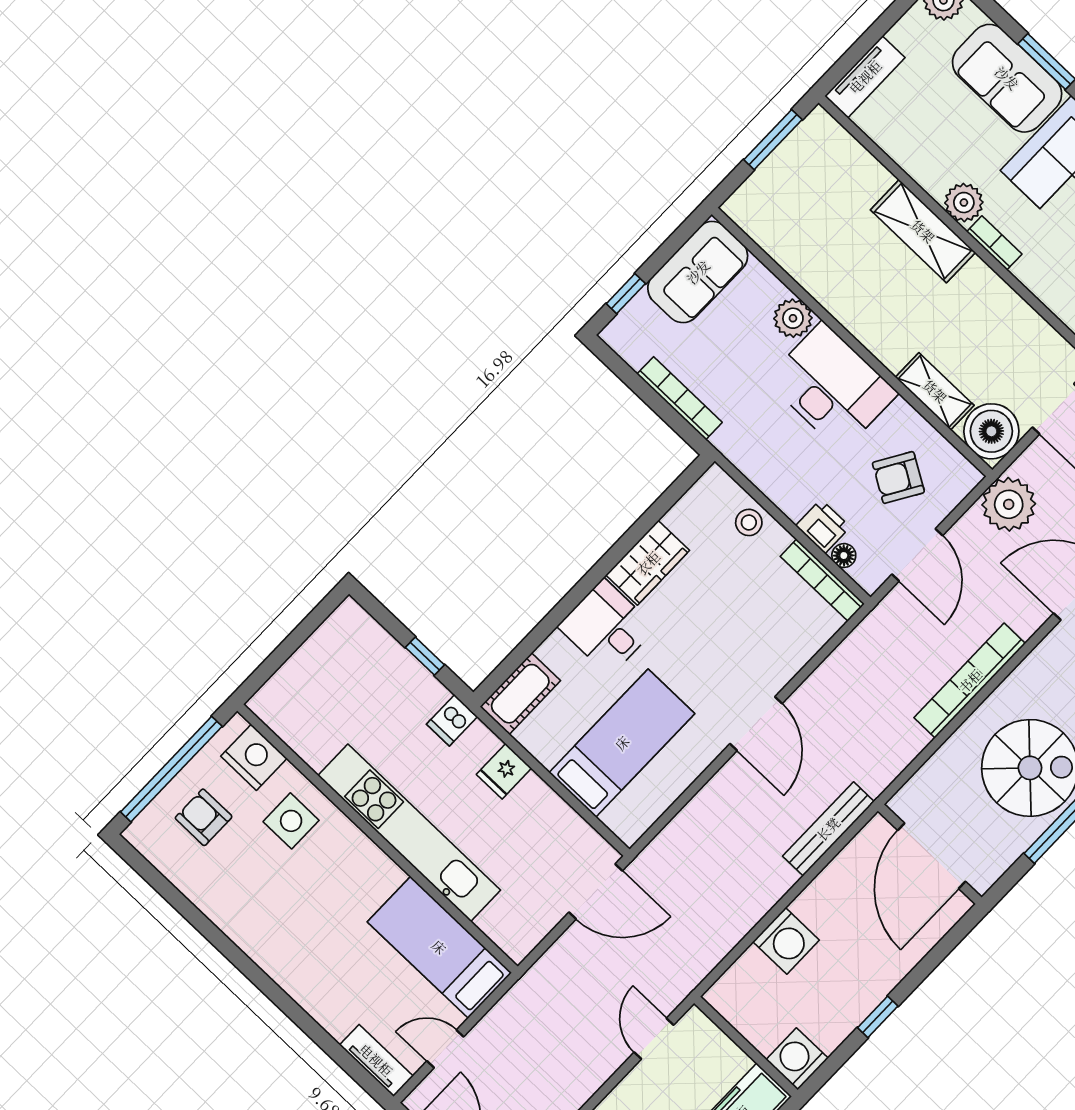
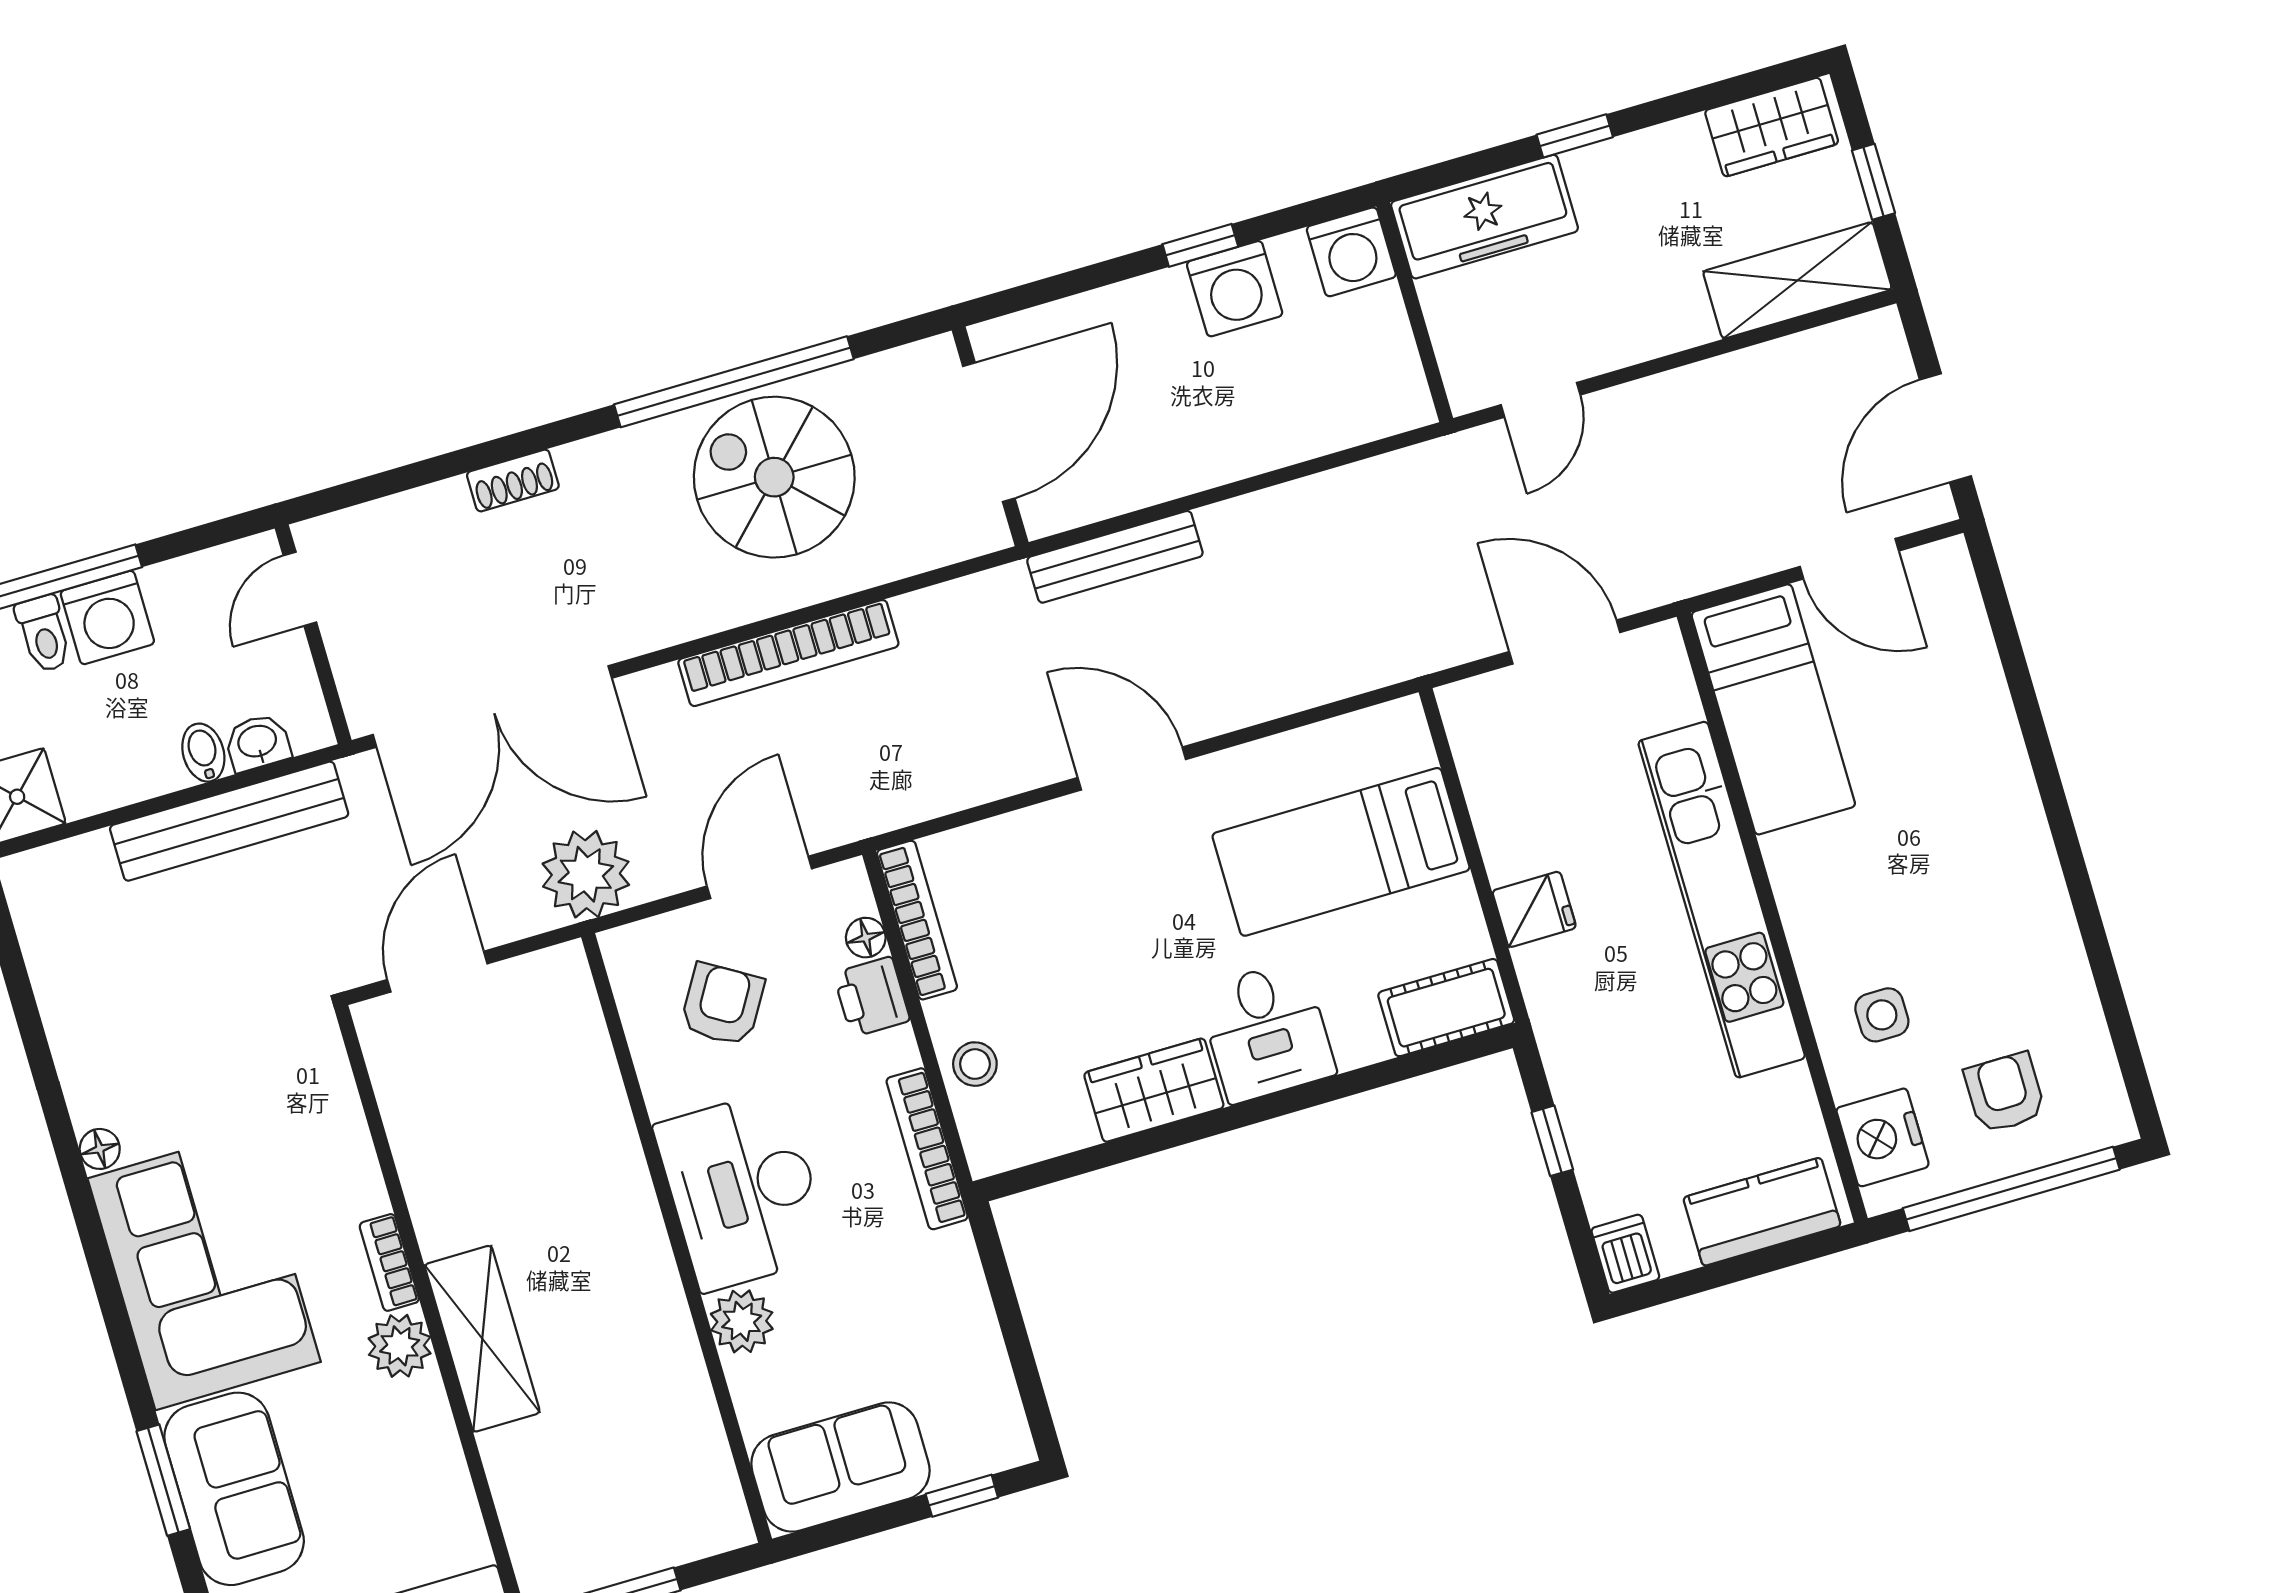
shelving: (935, 391) -> (598, 1098), removed
bookcase: (680, 398) -> (927, 1149), moved
boiler: (991, 431) -> (550, 994), removed
armchair: (898, 478) -> (722, 1004), turned -90
kitchen counter: (294, 682) -> (1762, 1212), added
dishwasher: (452, 720) -> (1625, 1254), moved, turned -90
door: (756, 724) -> (1132, 769), hinge flipped
armchair: (204, 817) -> (2005, 1093), turned 180
side table: (291, 821) -> (1882, 1015), width x0.73, depth x0.73
door: (596, 892) -> (1565, 642), moved
washing machine: (786, 941) -> (1235, 289), moved, turned 180
door: (445, 1049) -> (1849, 559), width x1.38
tv unit: (376, 1060) -> (1958, 599), removed

